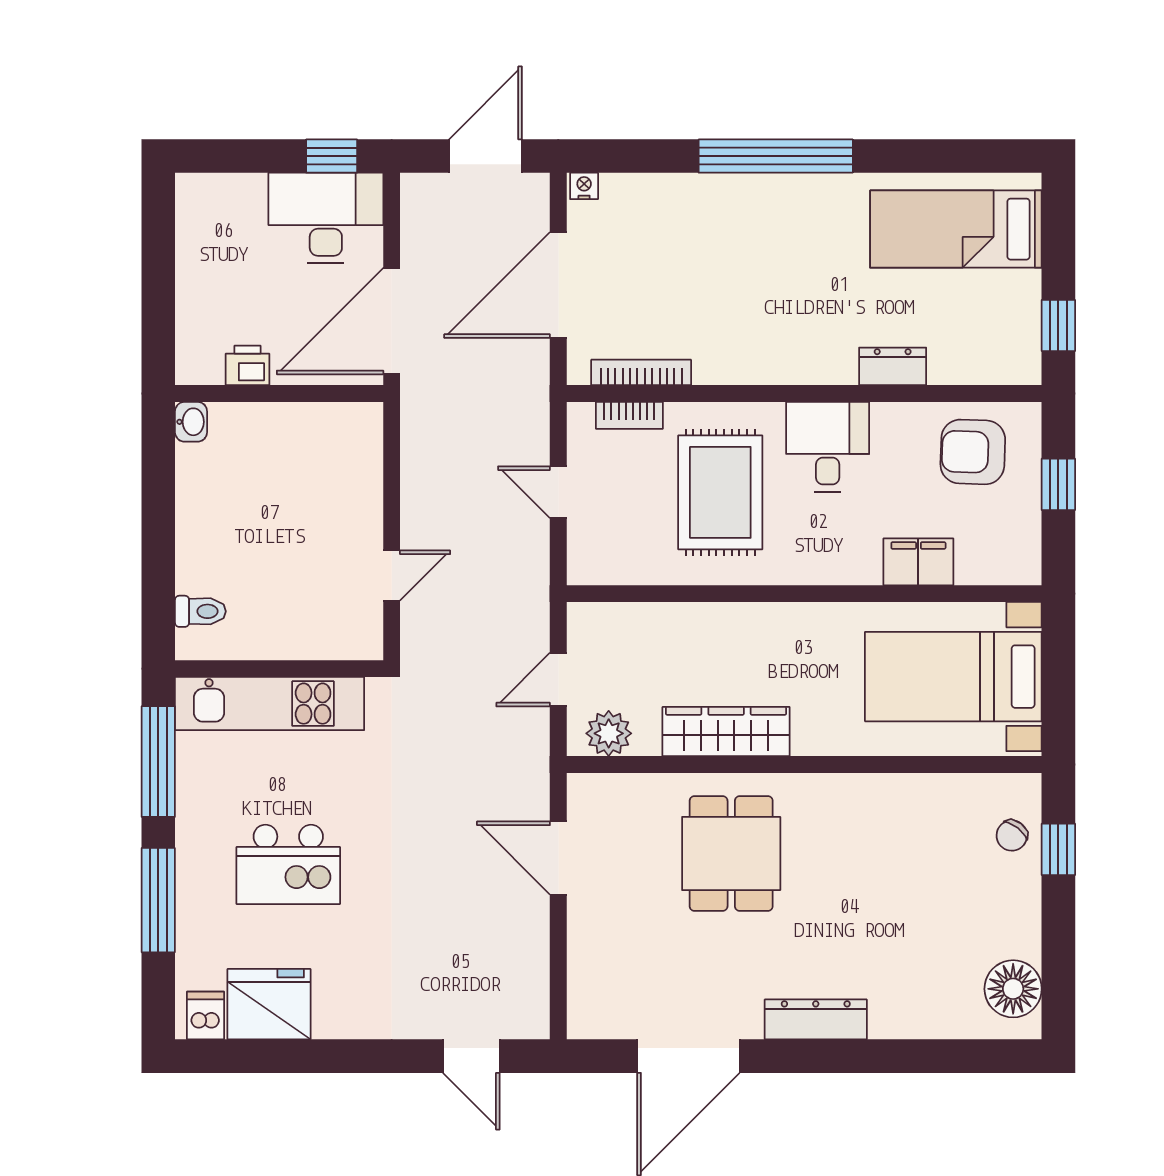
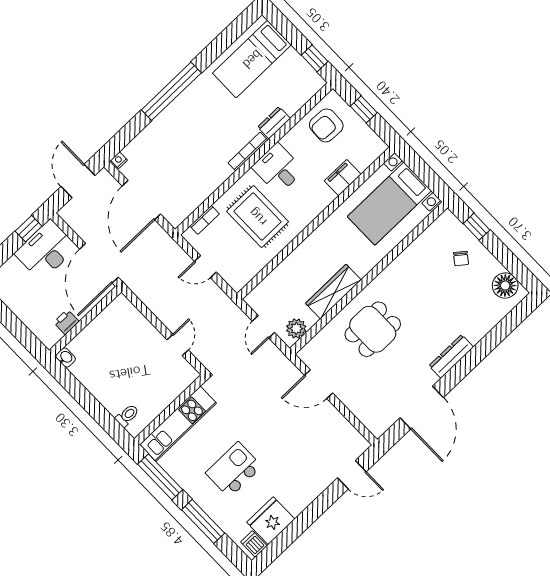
bookcase: (641, 372) -> (248, 152), moved
chair: (1012, 836) -> (461, 258), moved
dining table: (731, 854) -> (373, 329), turned 90
kitchen island: (288, 864) -> (234, 470), turned 180

